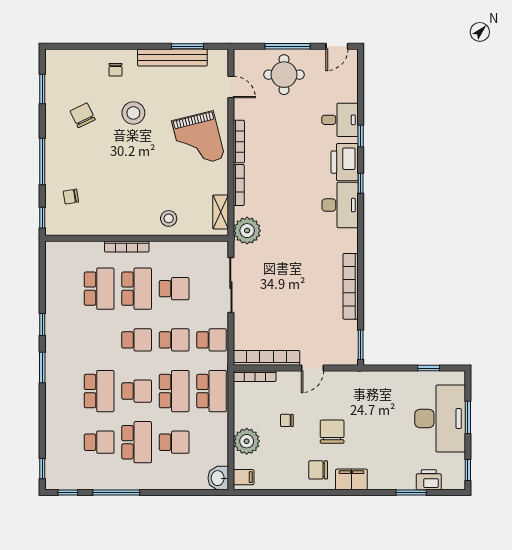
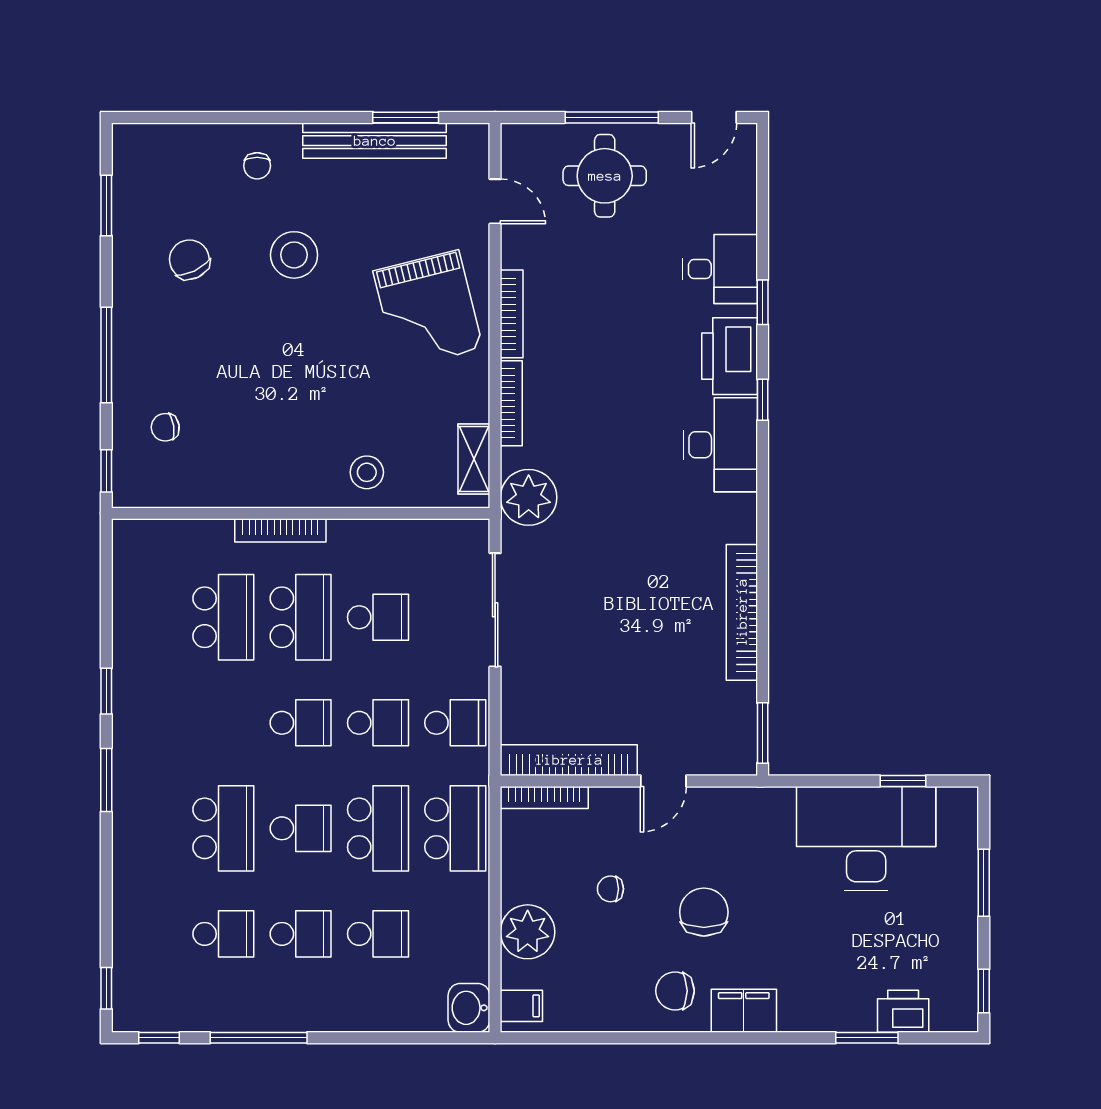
desk: (440, 418) -> (866, 838), moved, turned -90
school desk: (137, 442) -> (301, 934), width x0.54

